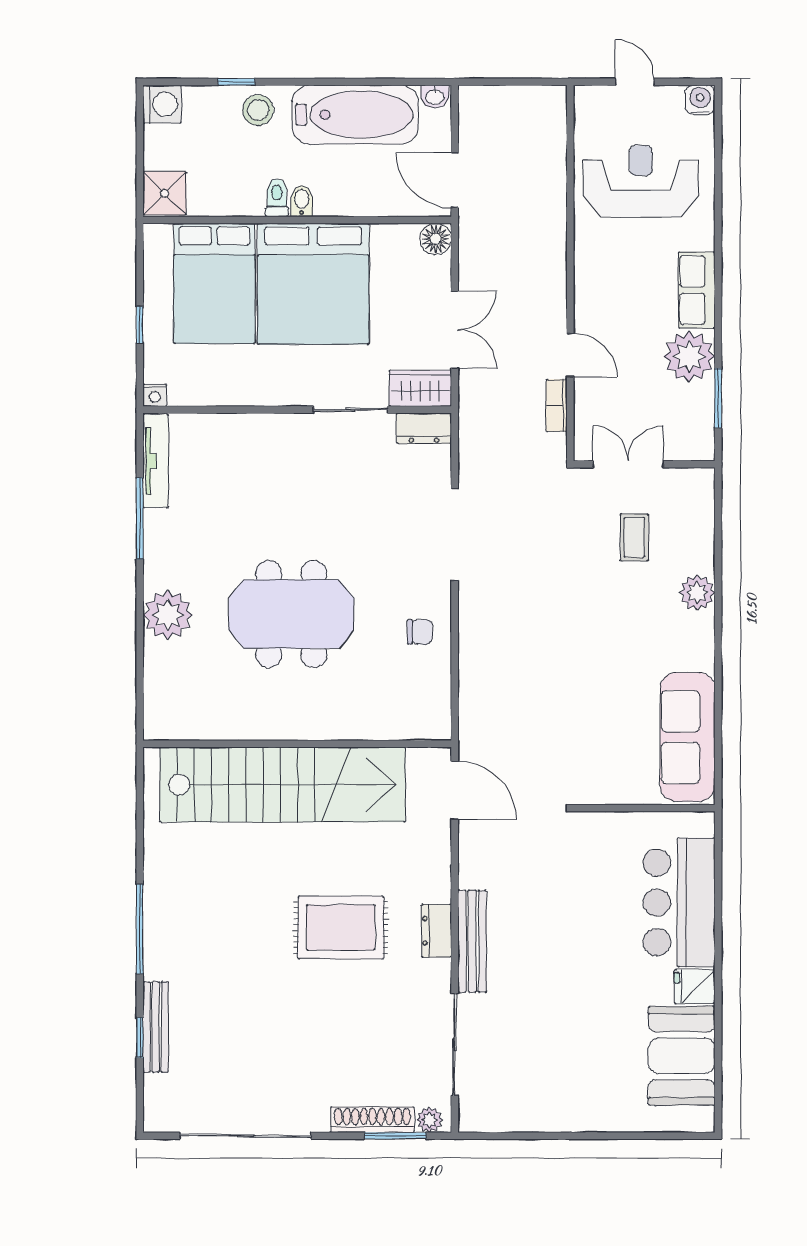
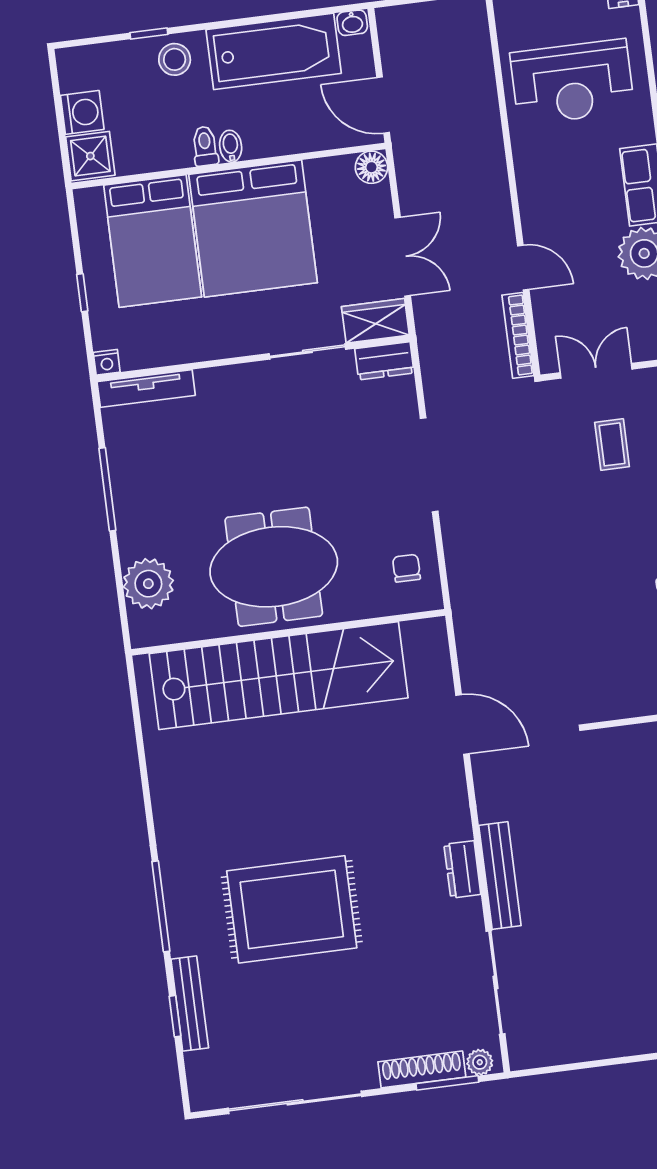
washing machine: (162, 104) -> (82, 112), moved
reception desk: (641, 181) -> (572, 82), turned 180
bookcase: (557, 405) -> (518, 335), width x1.56
tv unit: (156, 461) -> (146, 388), moved, turned 90
chair: (420, 632) -> (406, 568), turned -90
wall: (297, 744) -> (288, 632), moved
stairs: (283, 784) -> (279, 676), moved
rug: (341, 927) -> (292, 909), moved, width x1.37, depth x1.44

